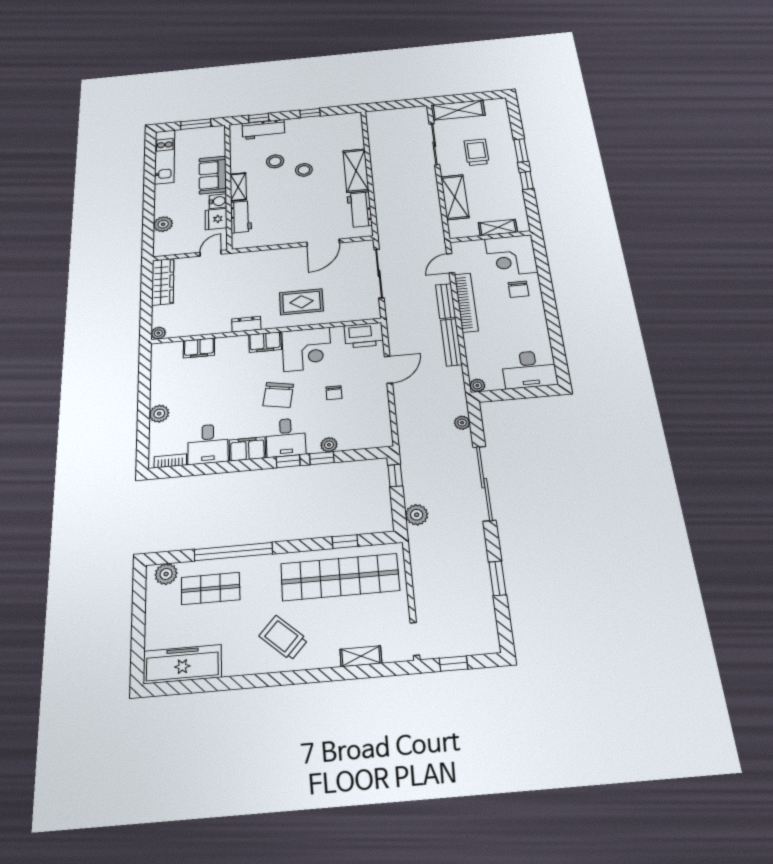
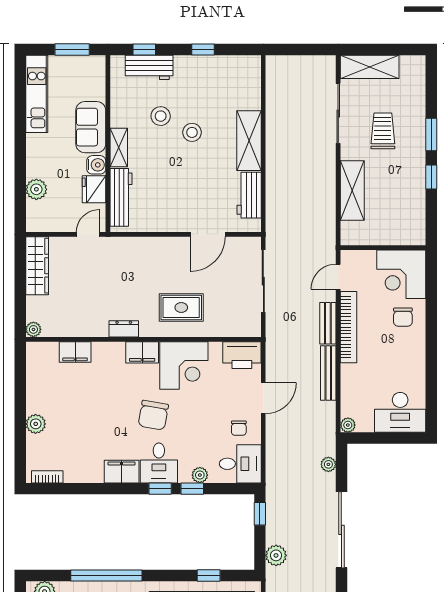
workbench: (241, 217) -> (121, 197), width x1.38
shelving: (498, 228) -> (393, 237), removed
chair: (334, 393) -> (239, 428), moved
desk: (208, 444) -> (240, 464), moved, turned -90

